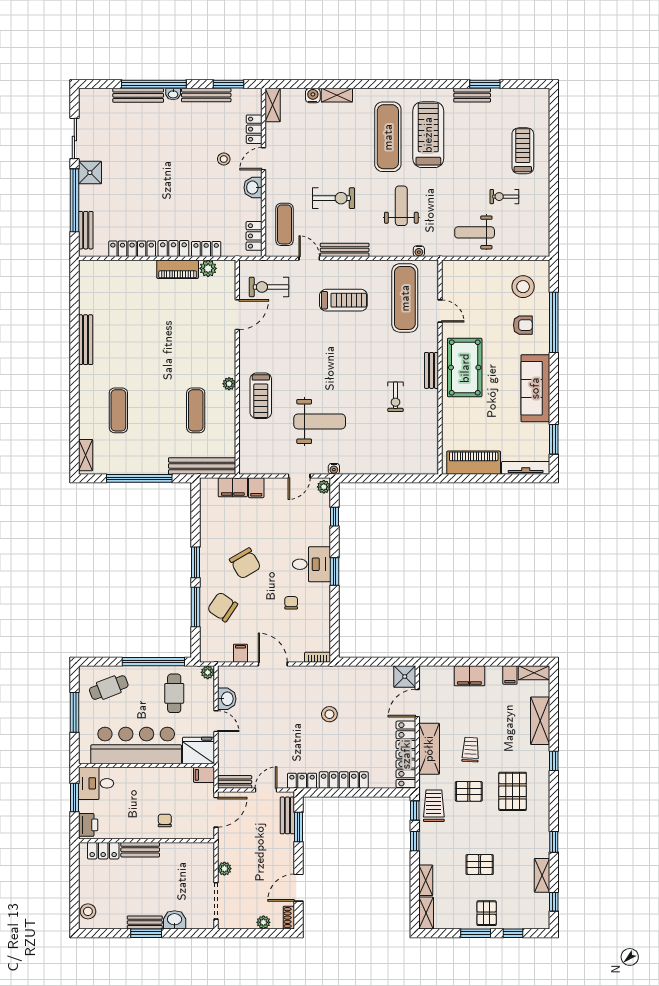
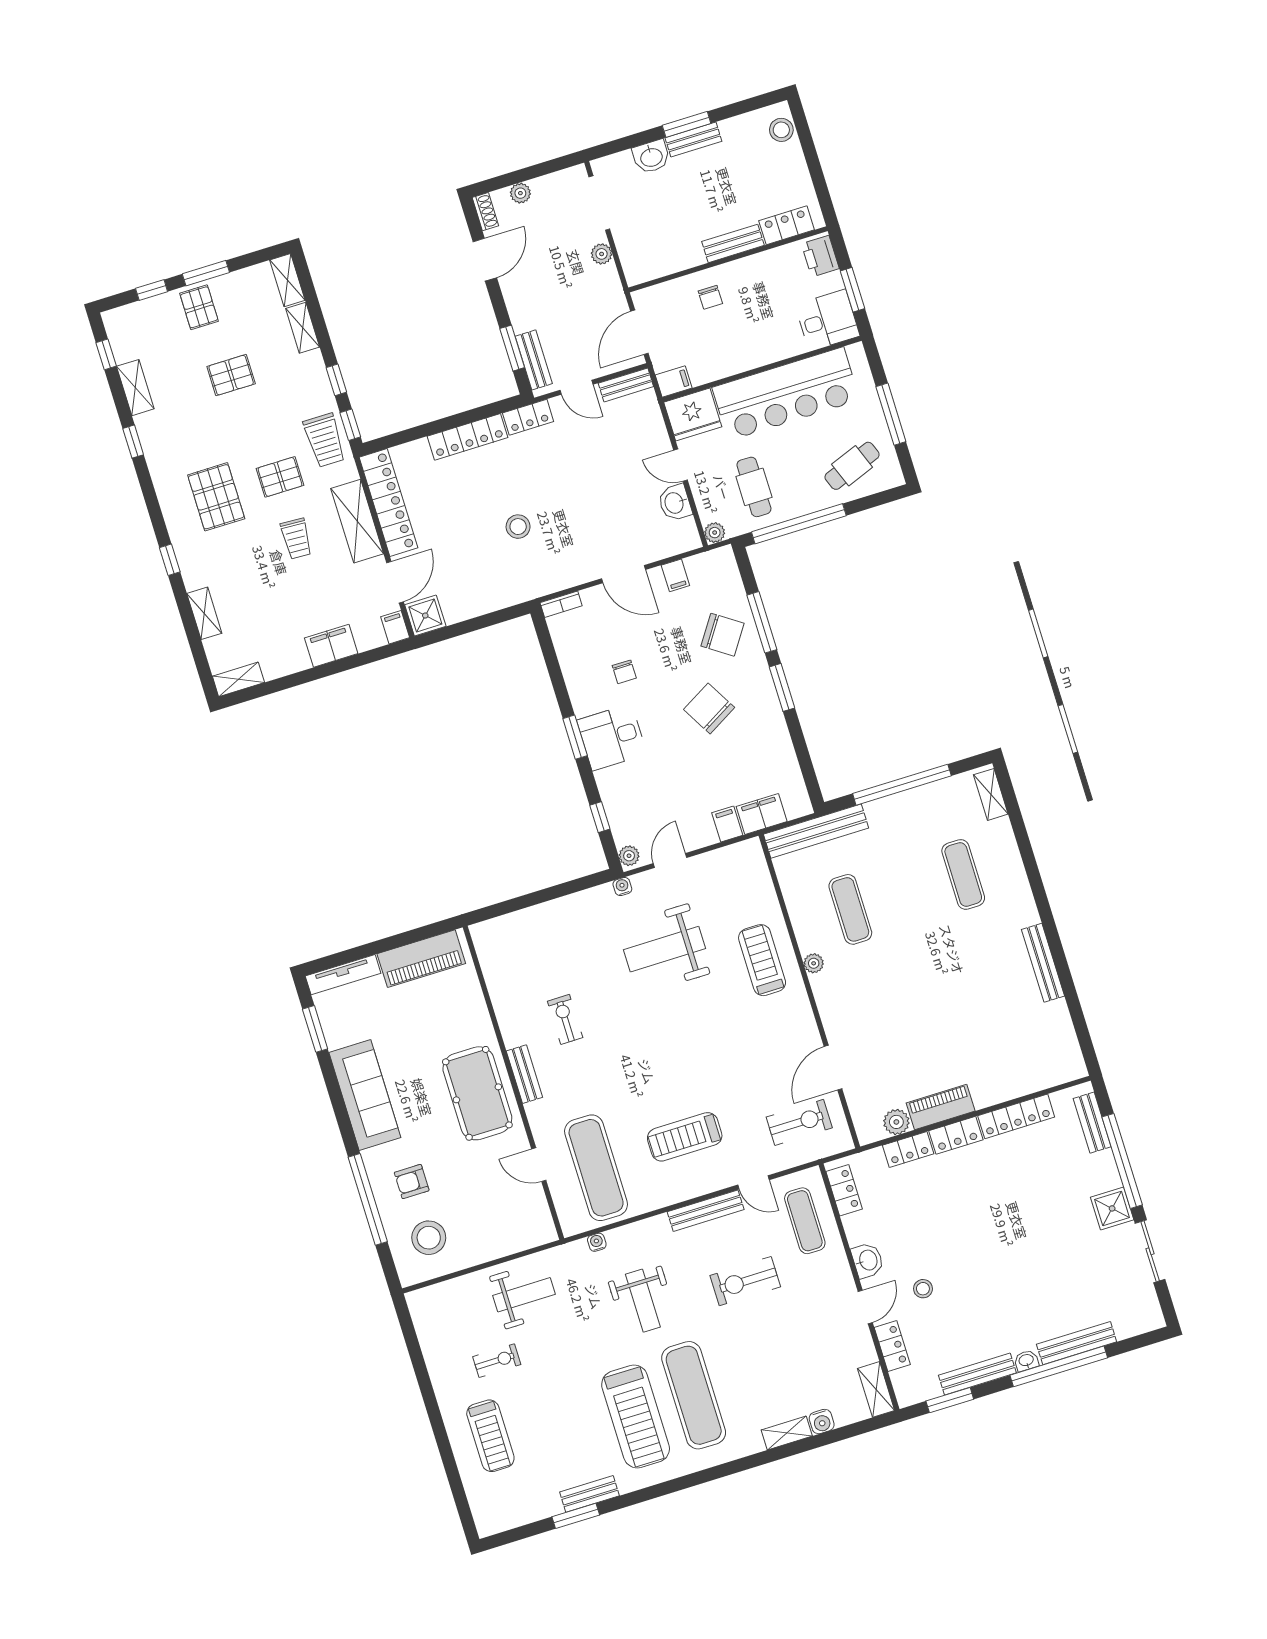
filing cabinet: (510, 675) -> (395, 627), moved
shelving: (540, 721) -> (204, 613), width x0.67, depth x0.75
door: (266, 790) -> (577, 387), hinge flipped

